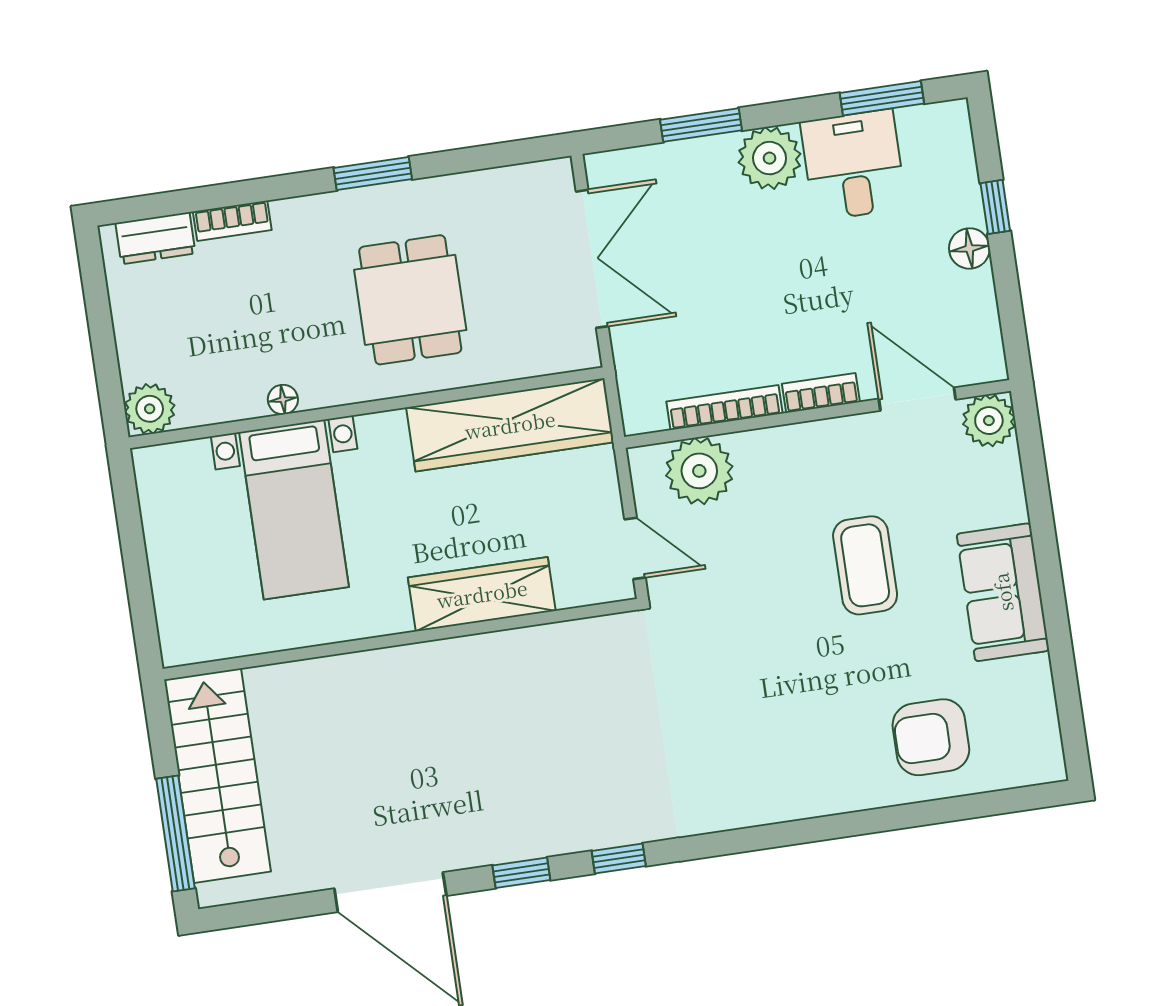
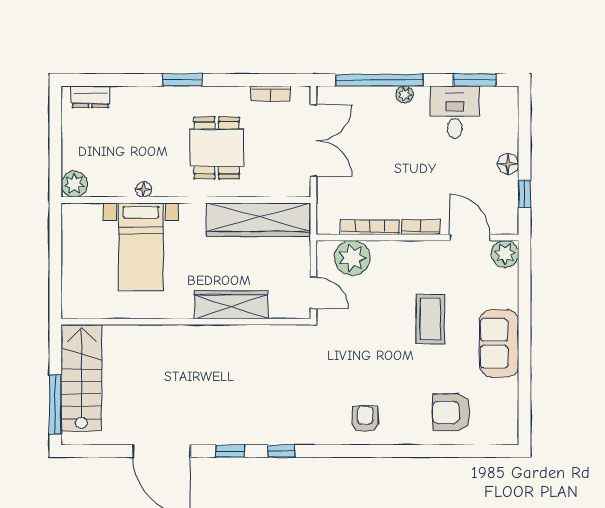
window: (701, 125) -> (379, 80), width x2.11
plant: (770, 158) -> (405, 95), width x0.53, depth x0.53
window: (373, 174) -> (182, 80), moved
window: (995, 207) -> (525, 194), moved
bookcase: (232, 221) -> (270, 94), moved
armchair: (769, 774) -> (365, 419), added

